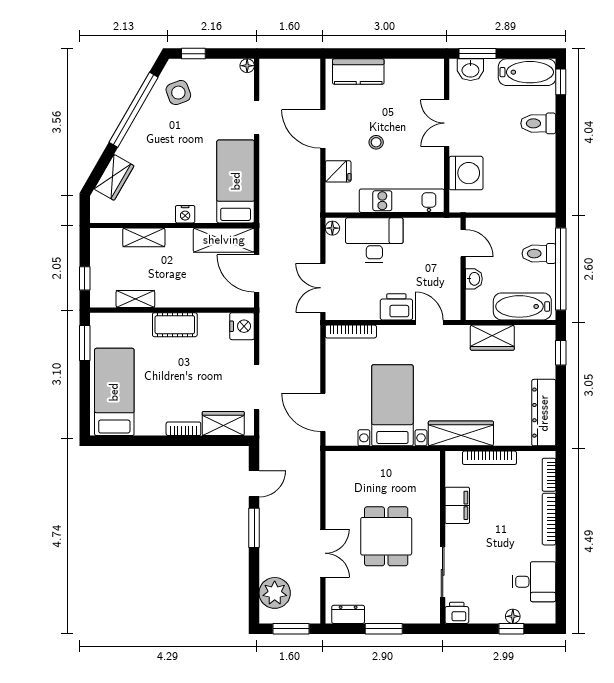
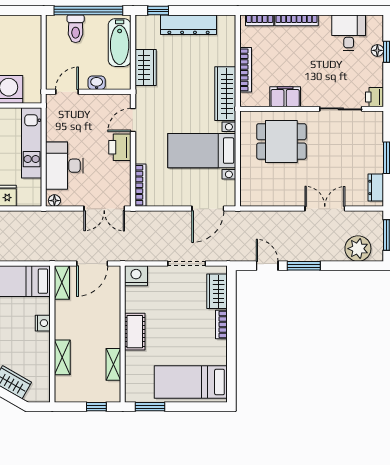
shelving: (224, 240) -> (62, 282), width x0.67, depth x0.75
dresser: (544, 413) -> (188, 25), moved
dining table: (386, 536) -> (281, 141), moved

